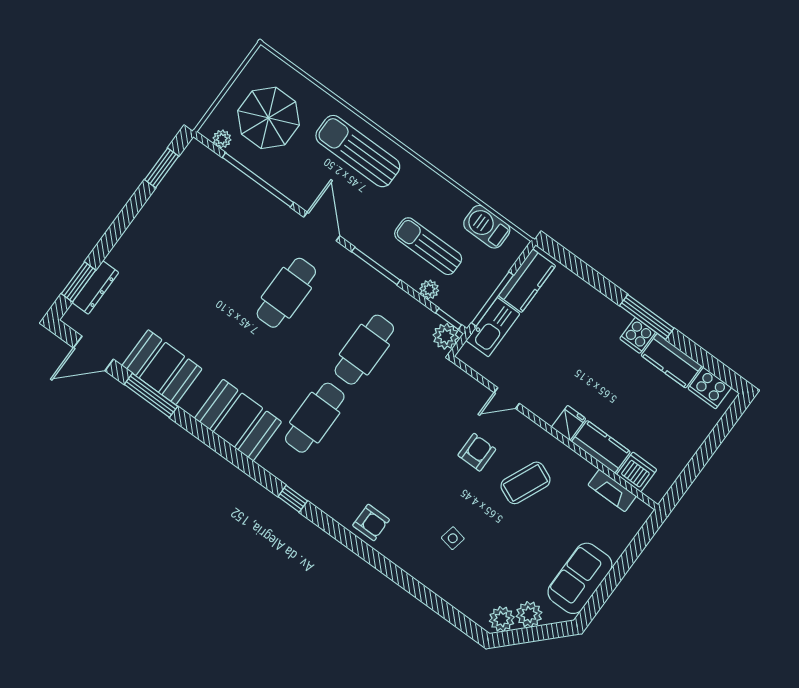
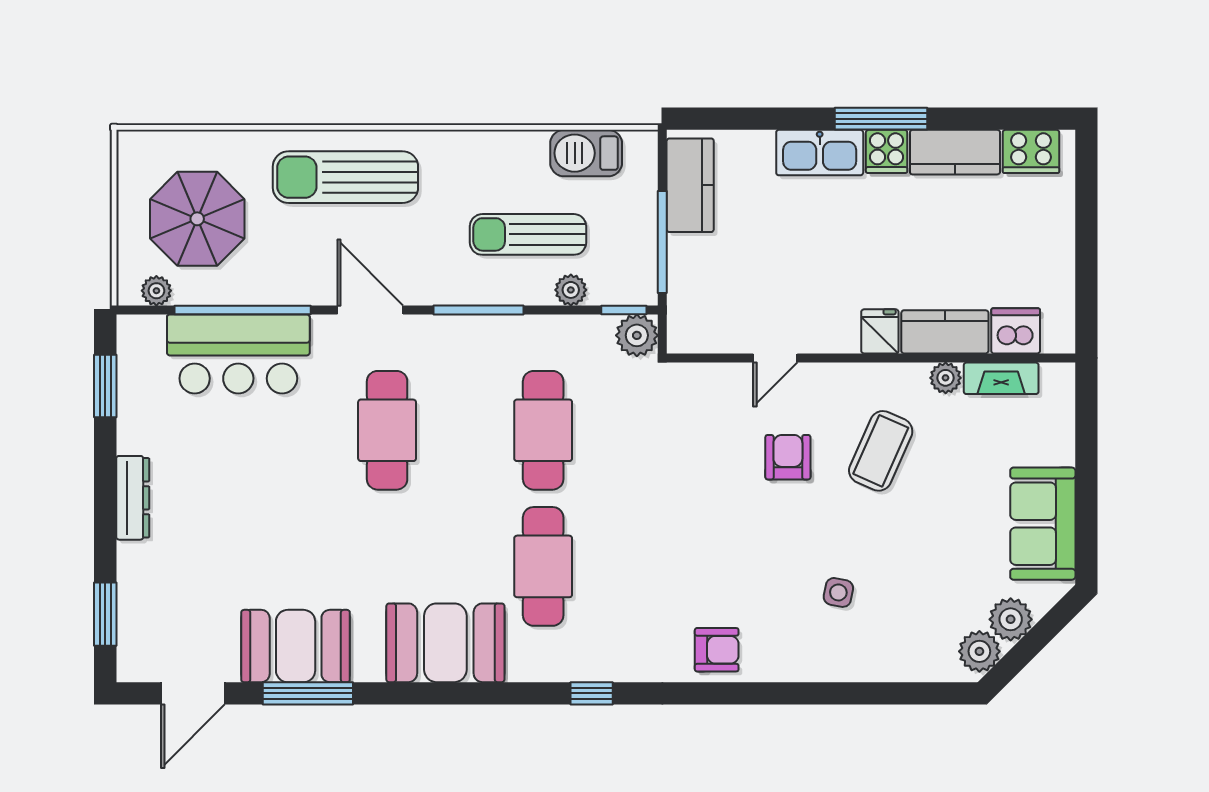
bar counter: (240, 200) -> (238, 354), added
dresser: (95, 287) -> (133, 498), moved
kitchen sink: (493, 327) -> (820, 153), moved, turned 90
plant: (584, 470) -> (946, 378), added

